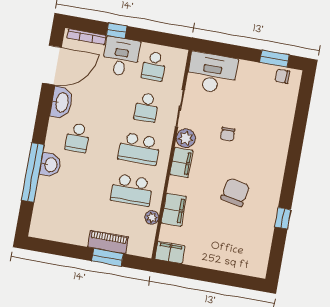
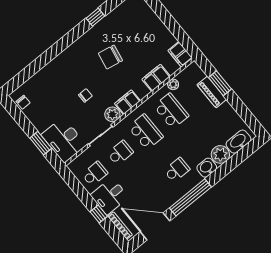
window: (274, 59) -> (41, 143), moved
washbasin: (62, 102) -> (238, 142), moved
window: (33, 173) -> (190, 197), moved
plant: (48, 189) -> (220, 154), added

